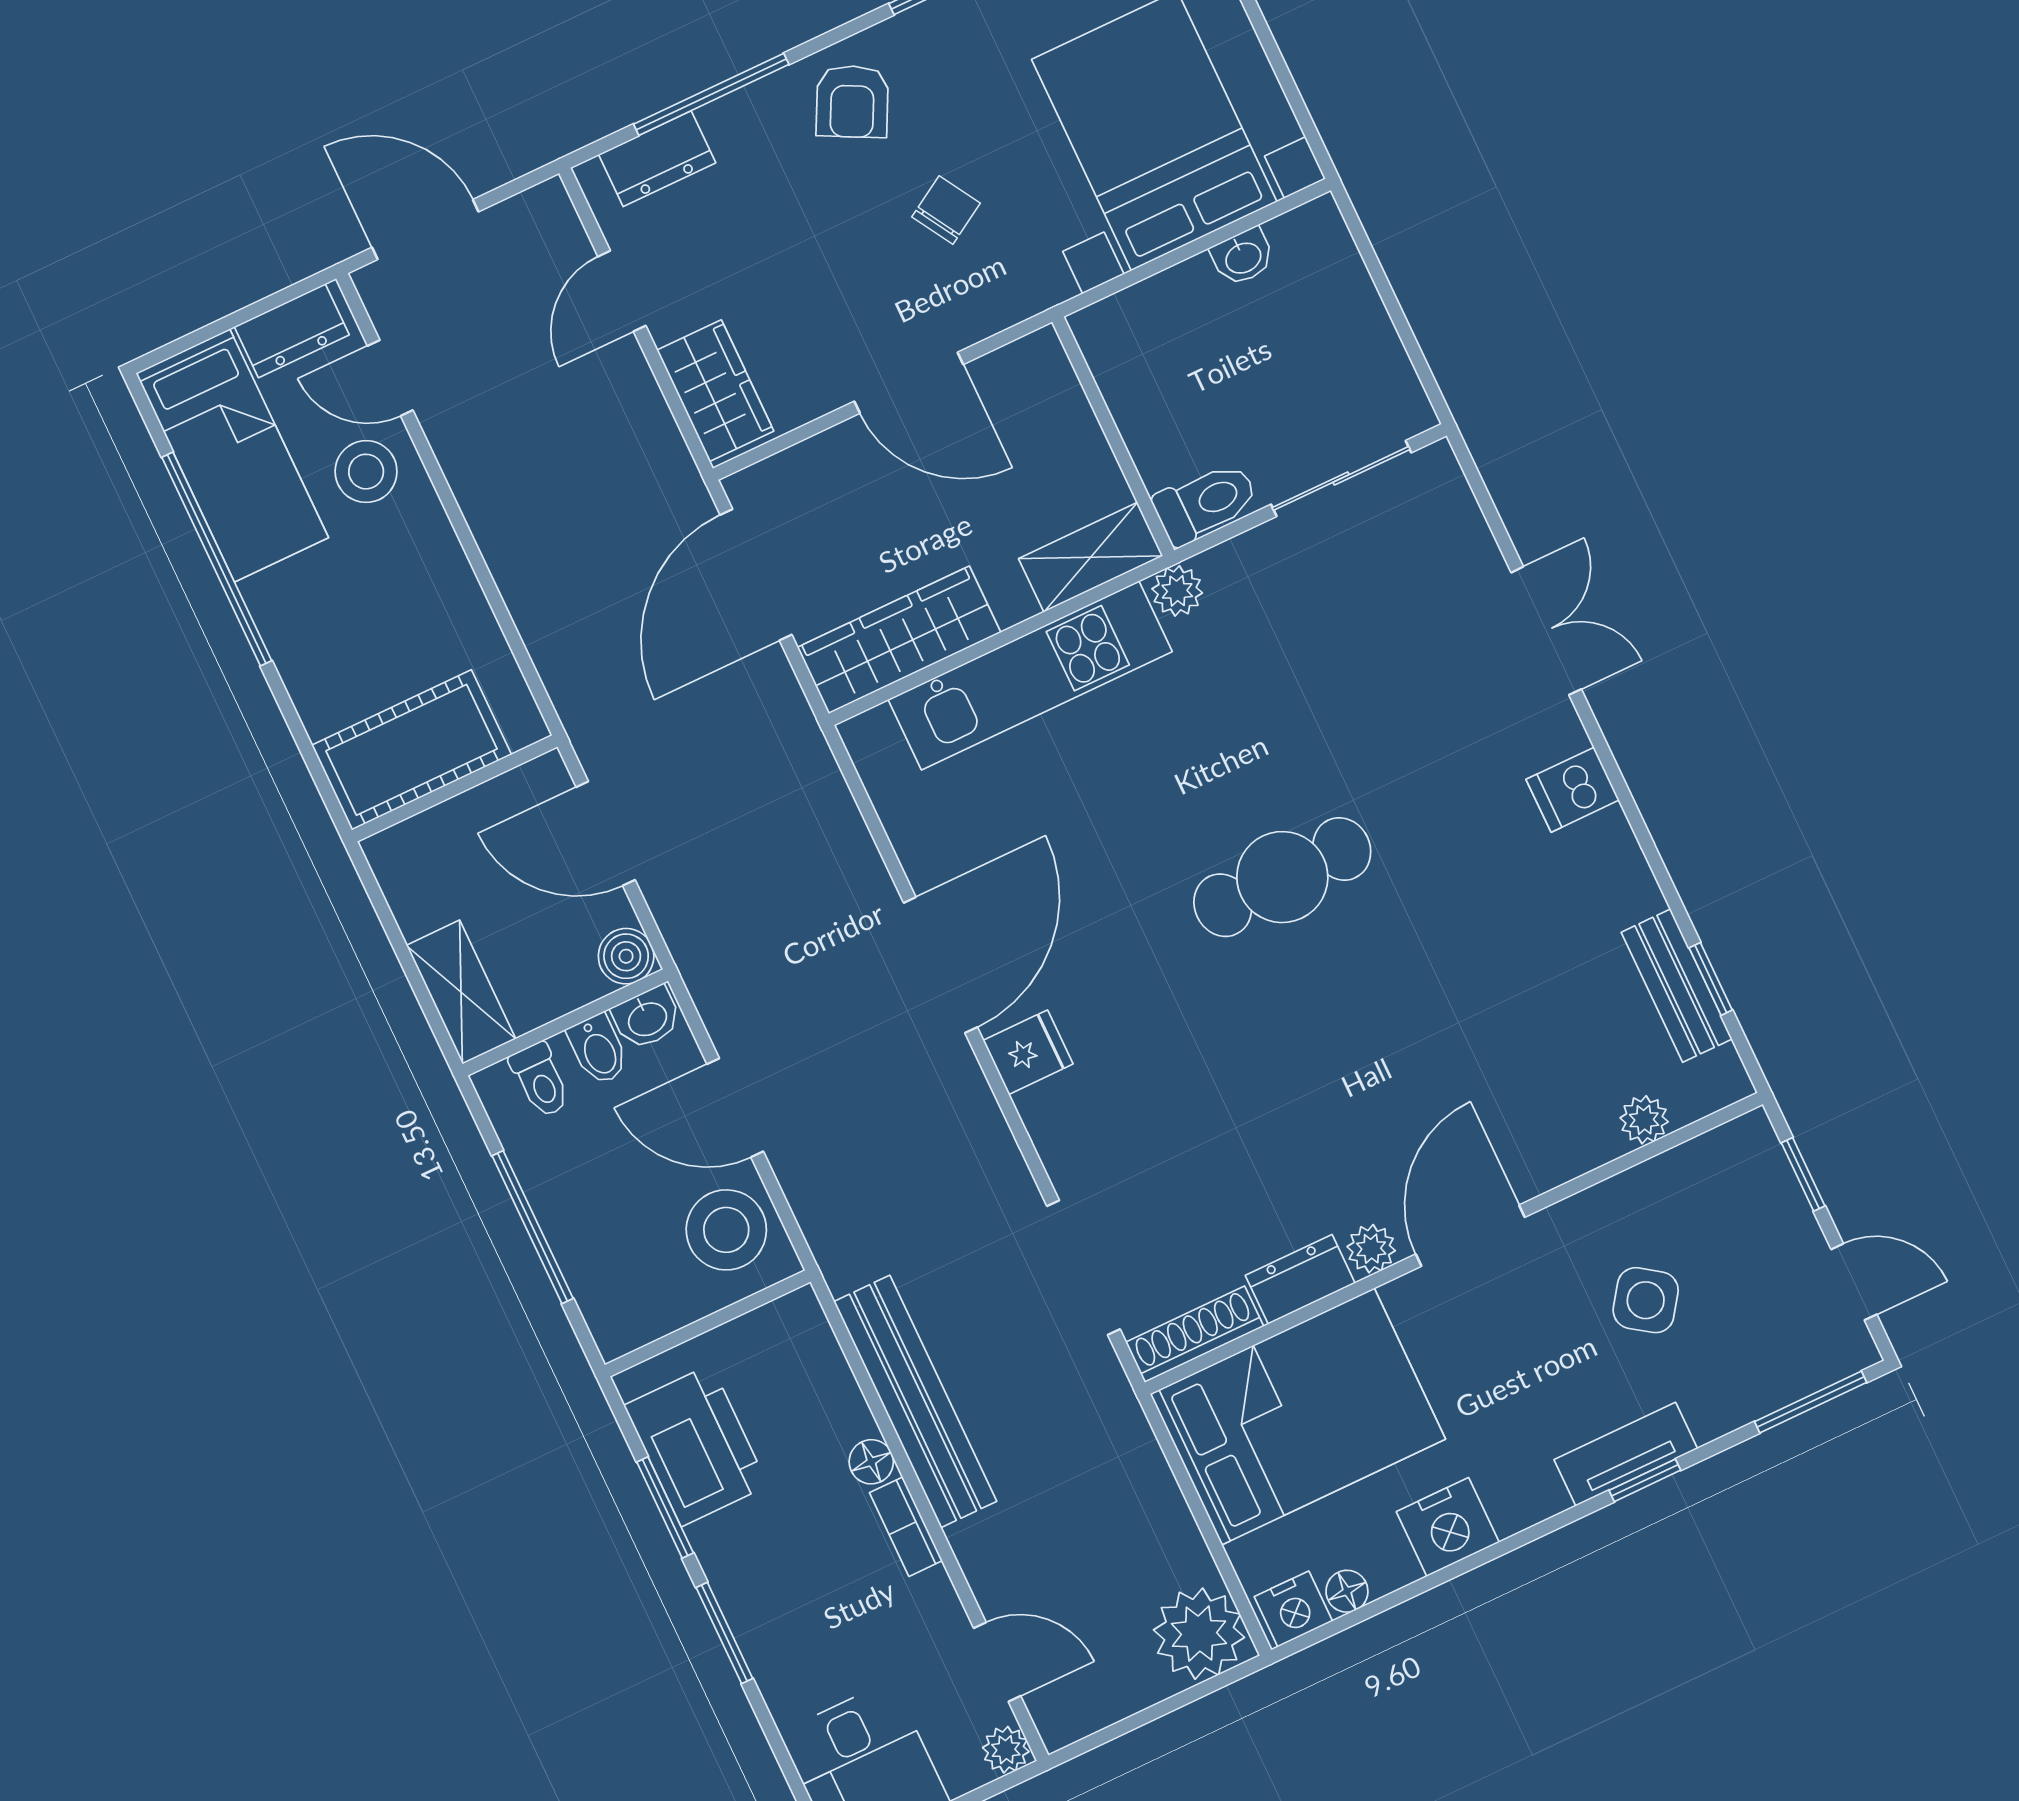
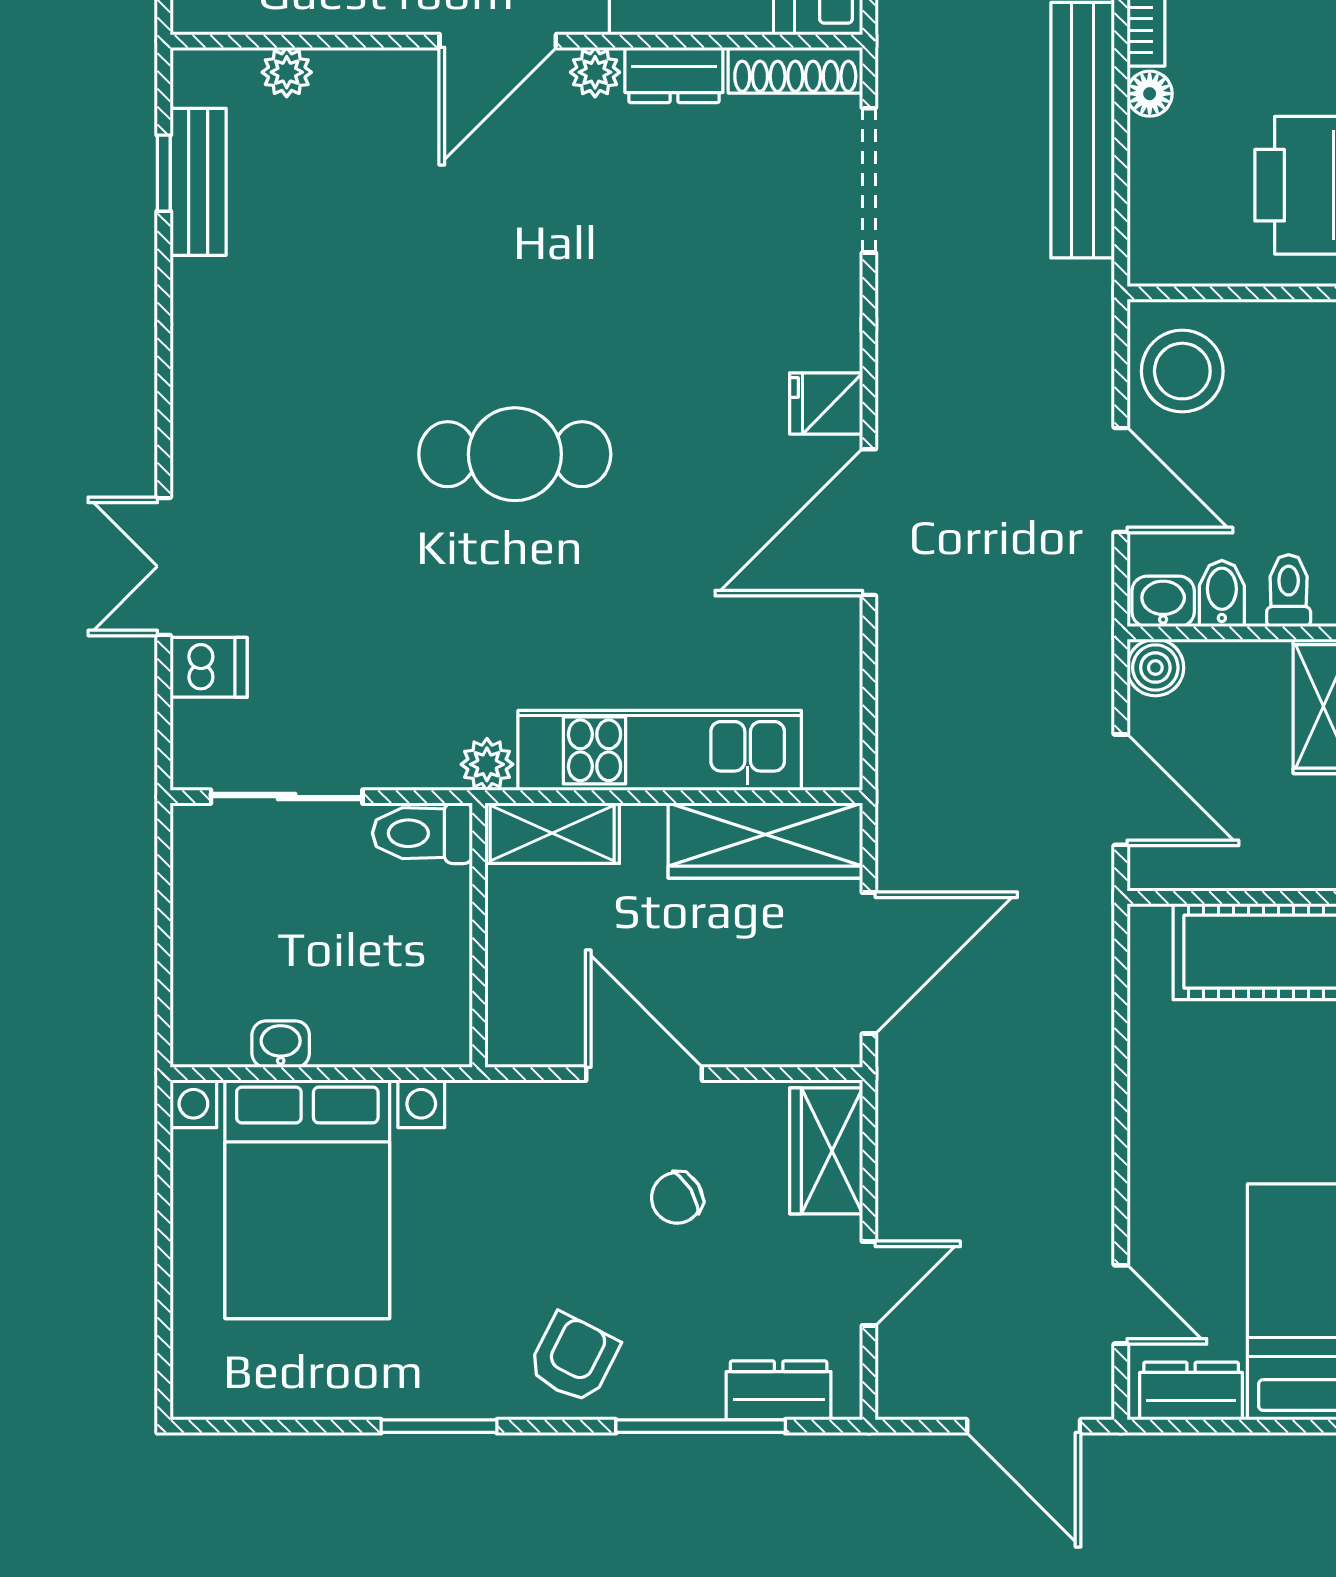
chair: (946, 210) -> (677, 1198), moved
stool: (366, 472) -> (1184, 1228), removed
dishwasher: (1573, 790) -> (209, 667), moved

